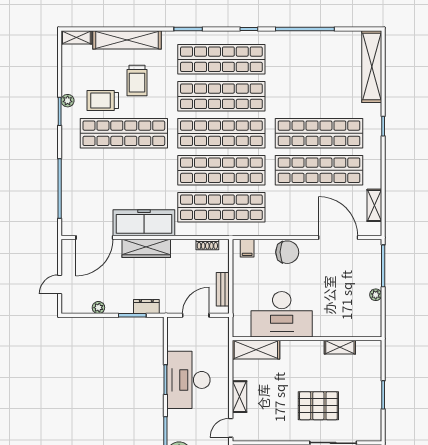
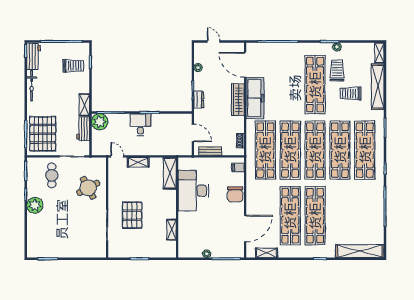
desk: (188, 380) -> (140, 125), width x0.53, depth x0.77

